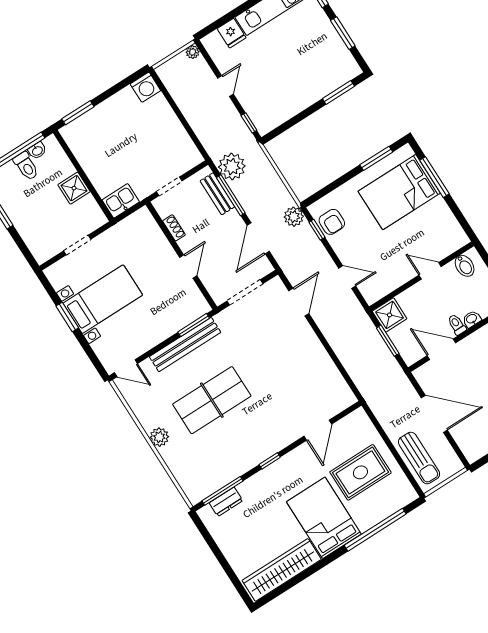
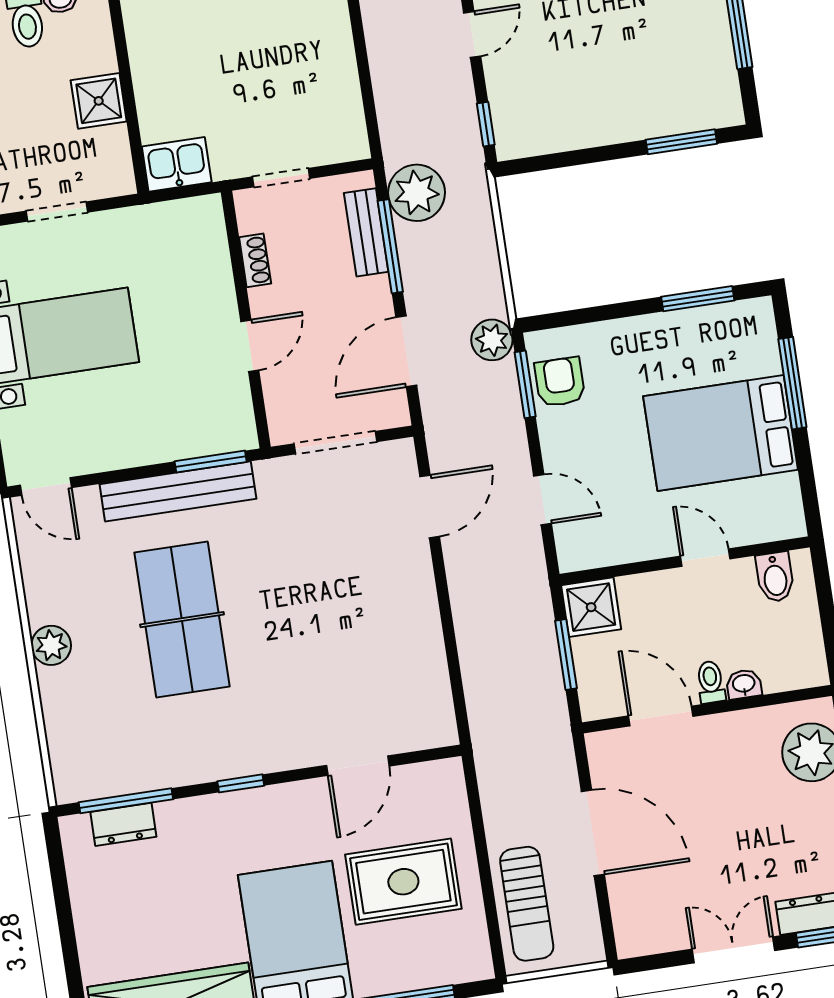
bed: (399, 192) -> (721, 433), moved
armchair: (332, 222) -> (560, 382), turned 180
window: (317, 230) -> (525, 384), width x1.50
table tennis table: (212, 400) -> (182, 620), turned 90

